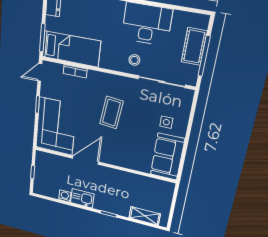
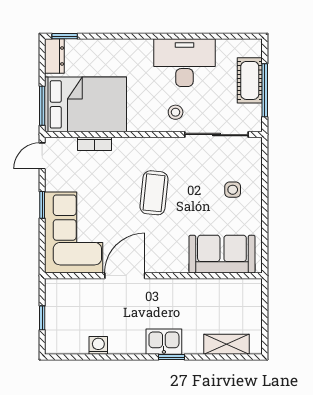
bed: (71, 49) -> (86, 104), width x1.50
sofa: (167, 157) -> (222, 254), moved, turned 90
kitchen sink: (82, 198) -> (164, 342), moved

